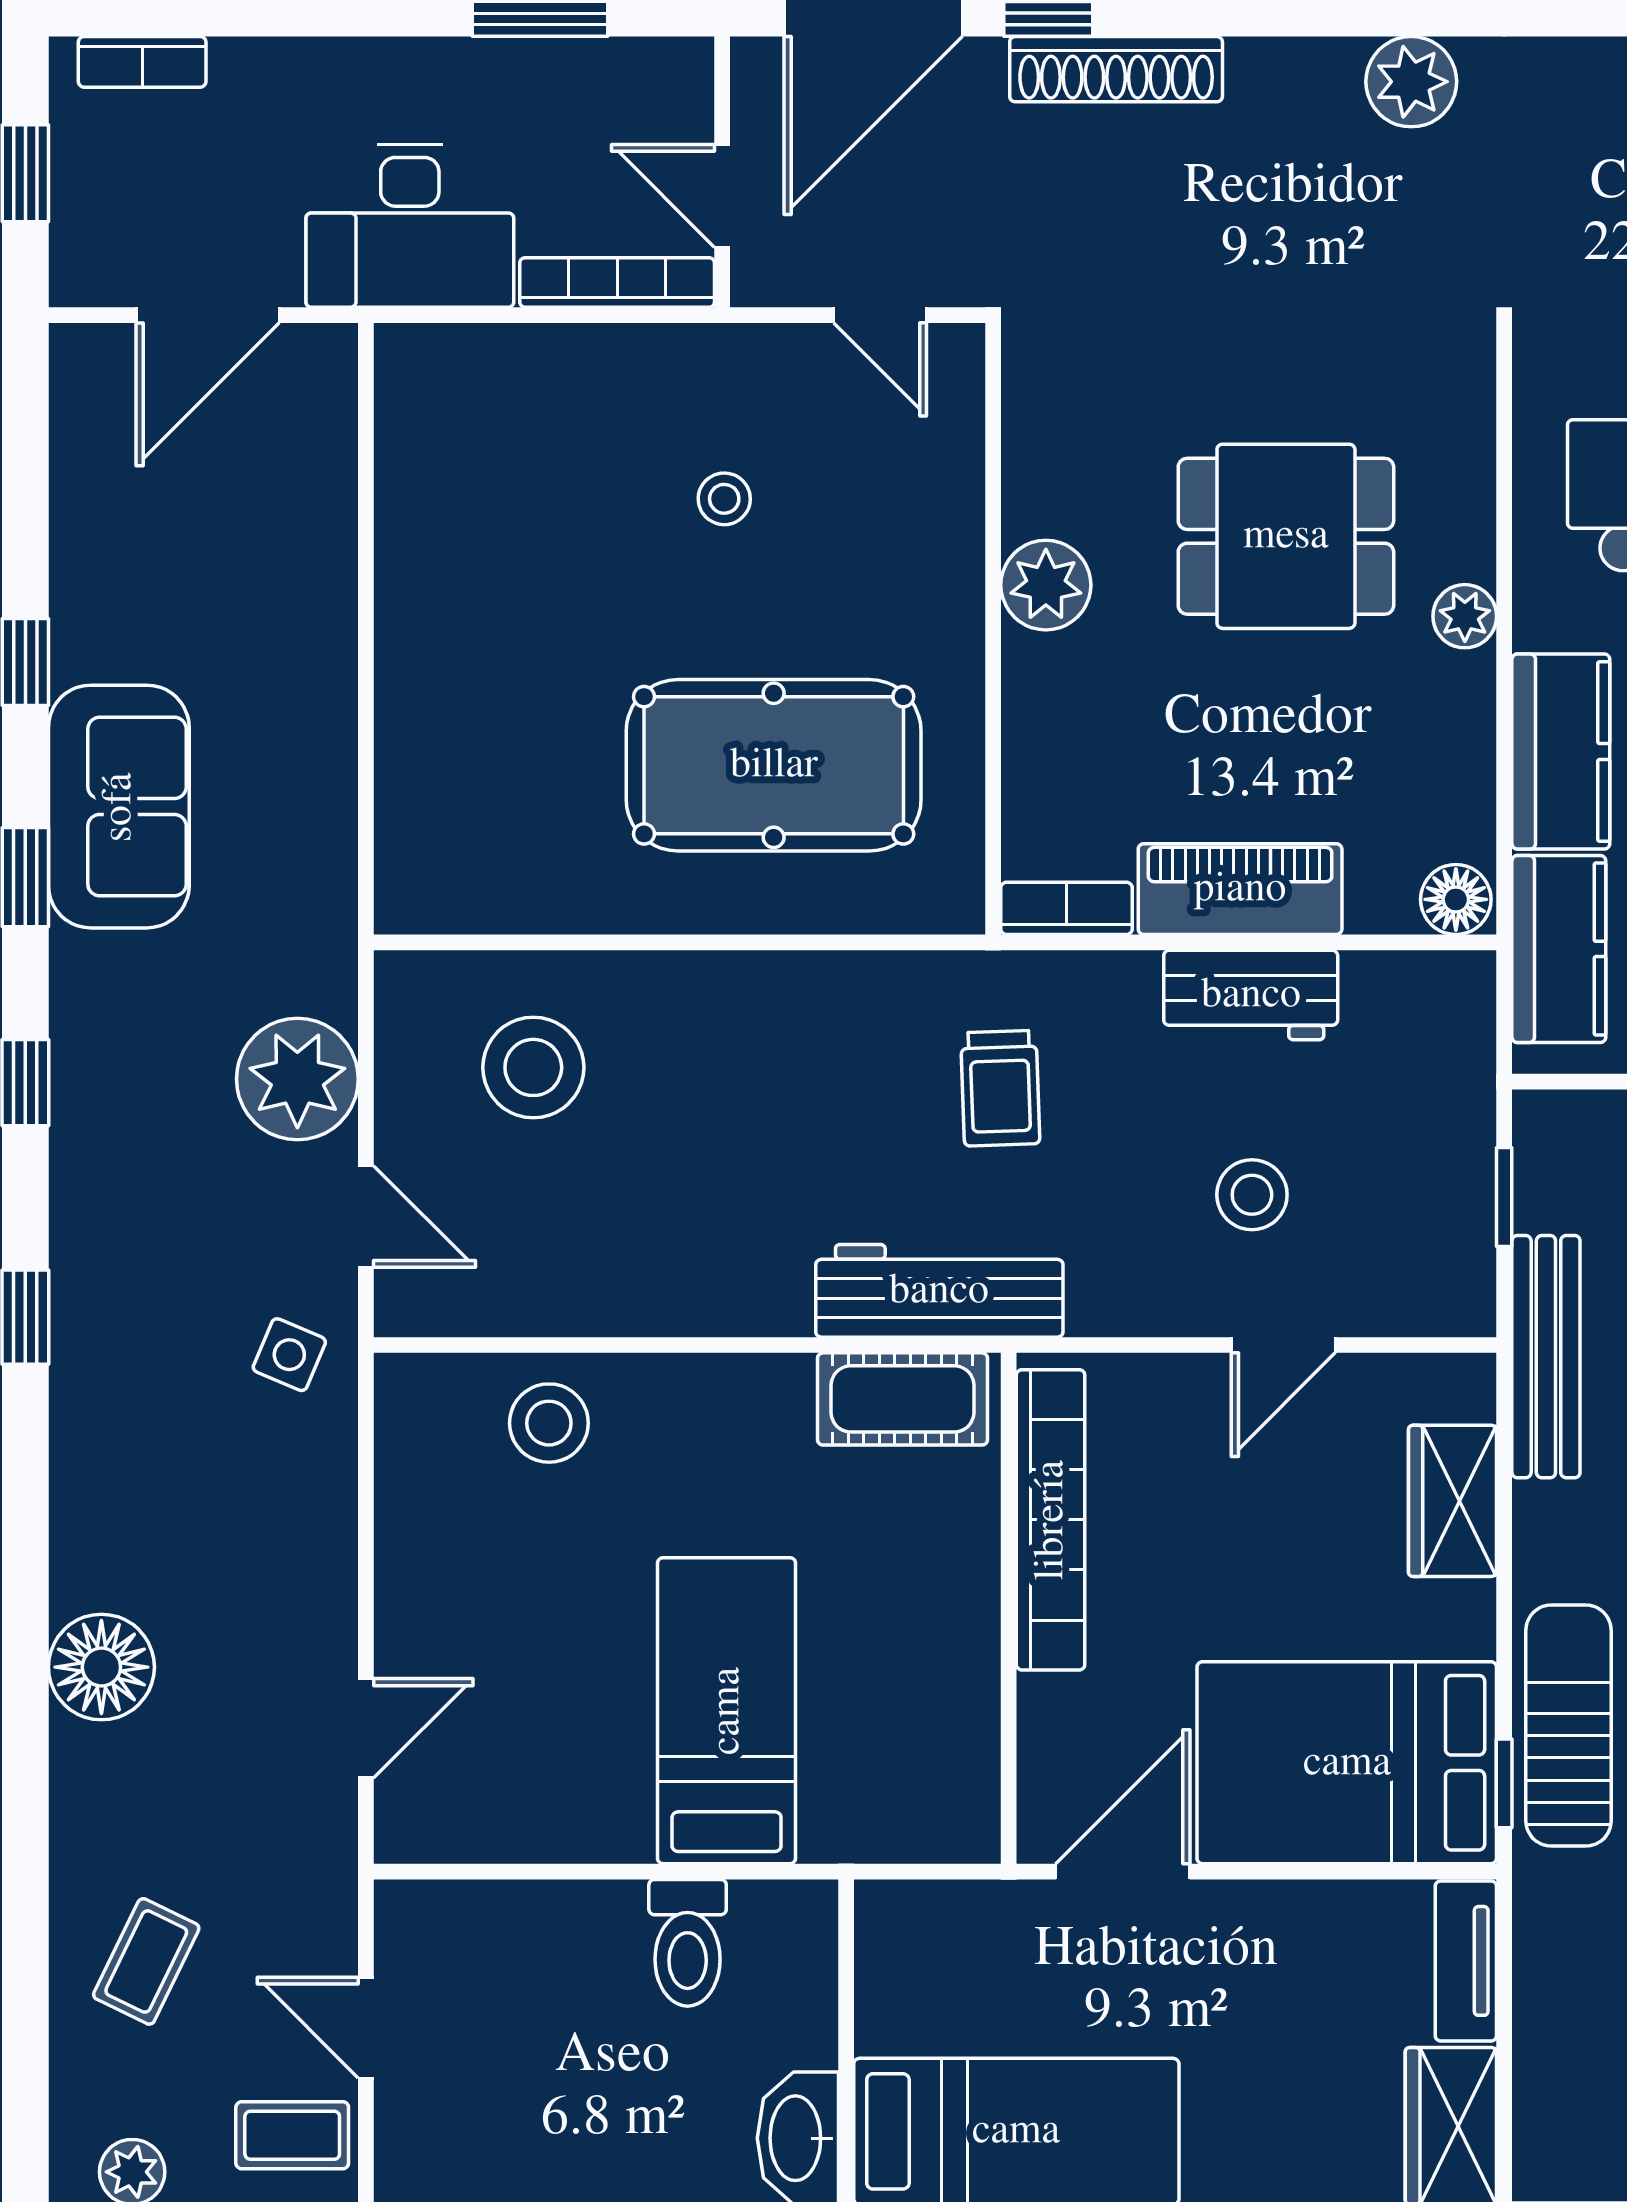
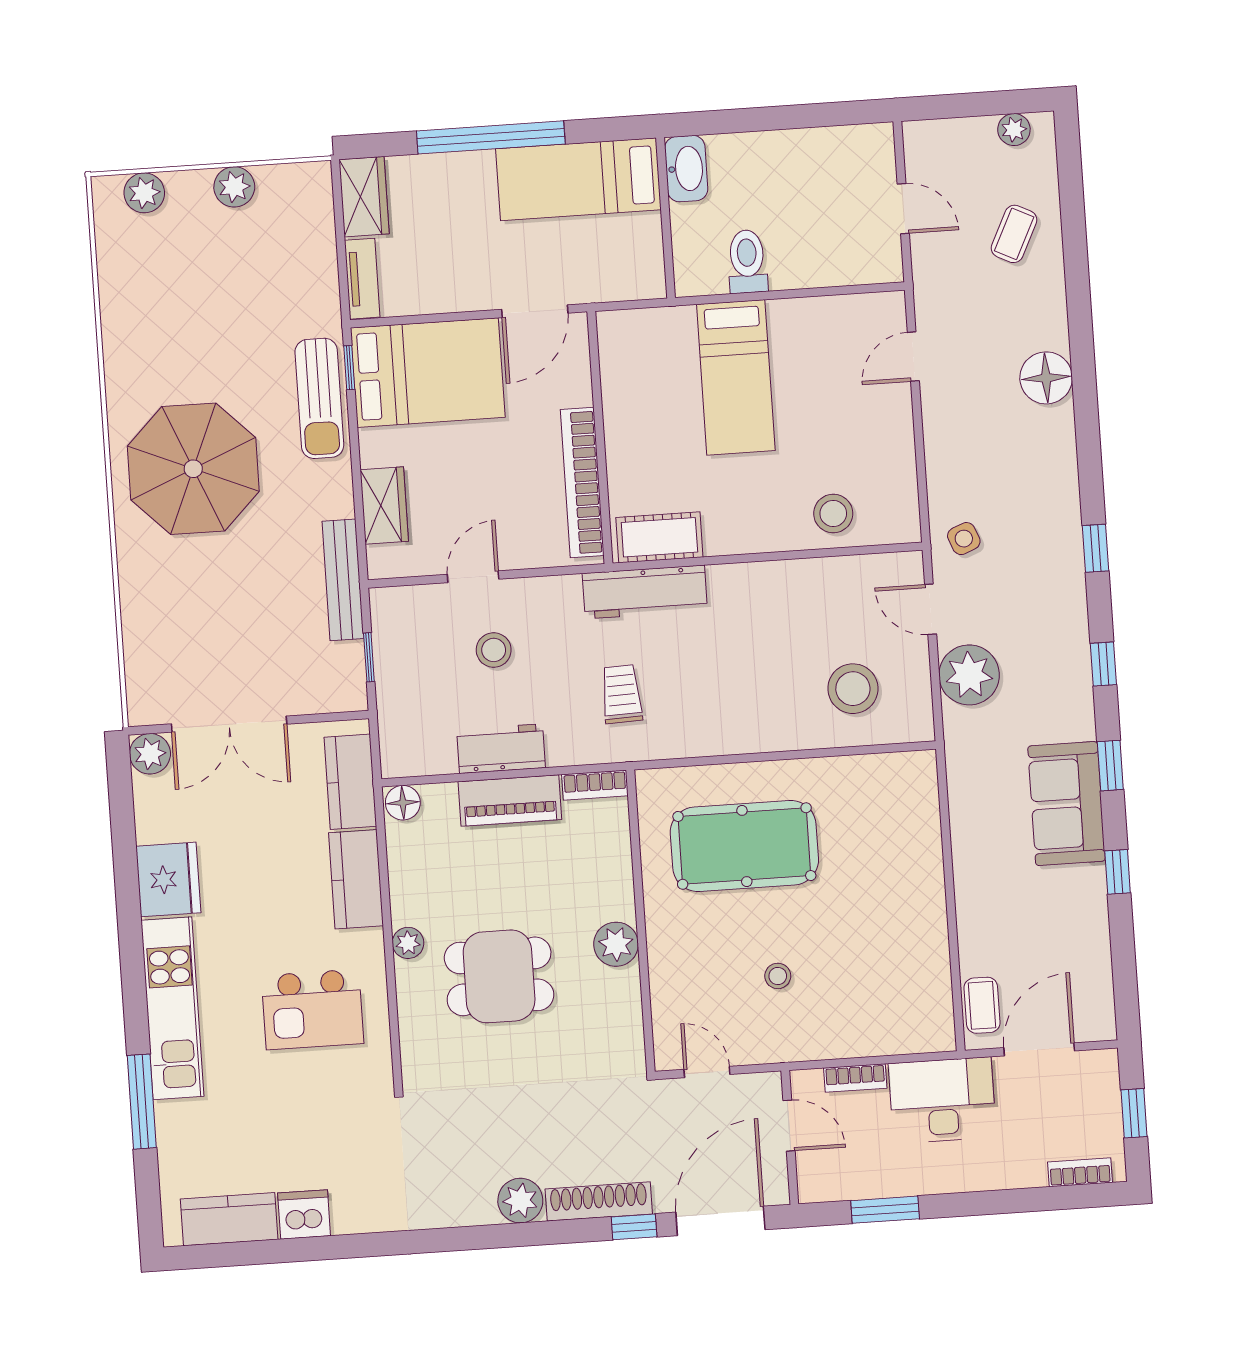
plant: (1411, 82) -> (520, 1201), moved
bookcase: (617, 282) -> (855, 1078), width x0.64
side table: (289, 1355) -> (964, 539), turned 45
coffee table: (292, 2135) -> (982, 1005), moved, turned 90

